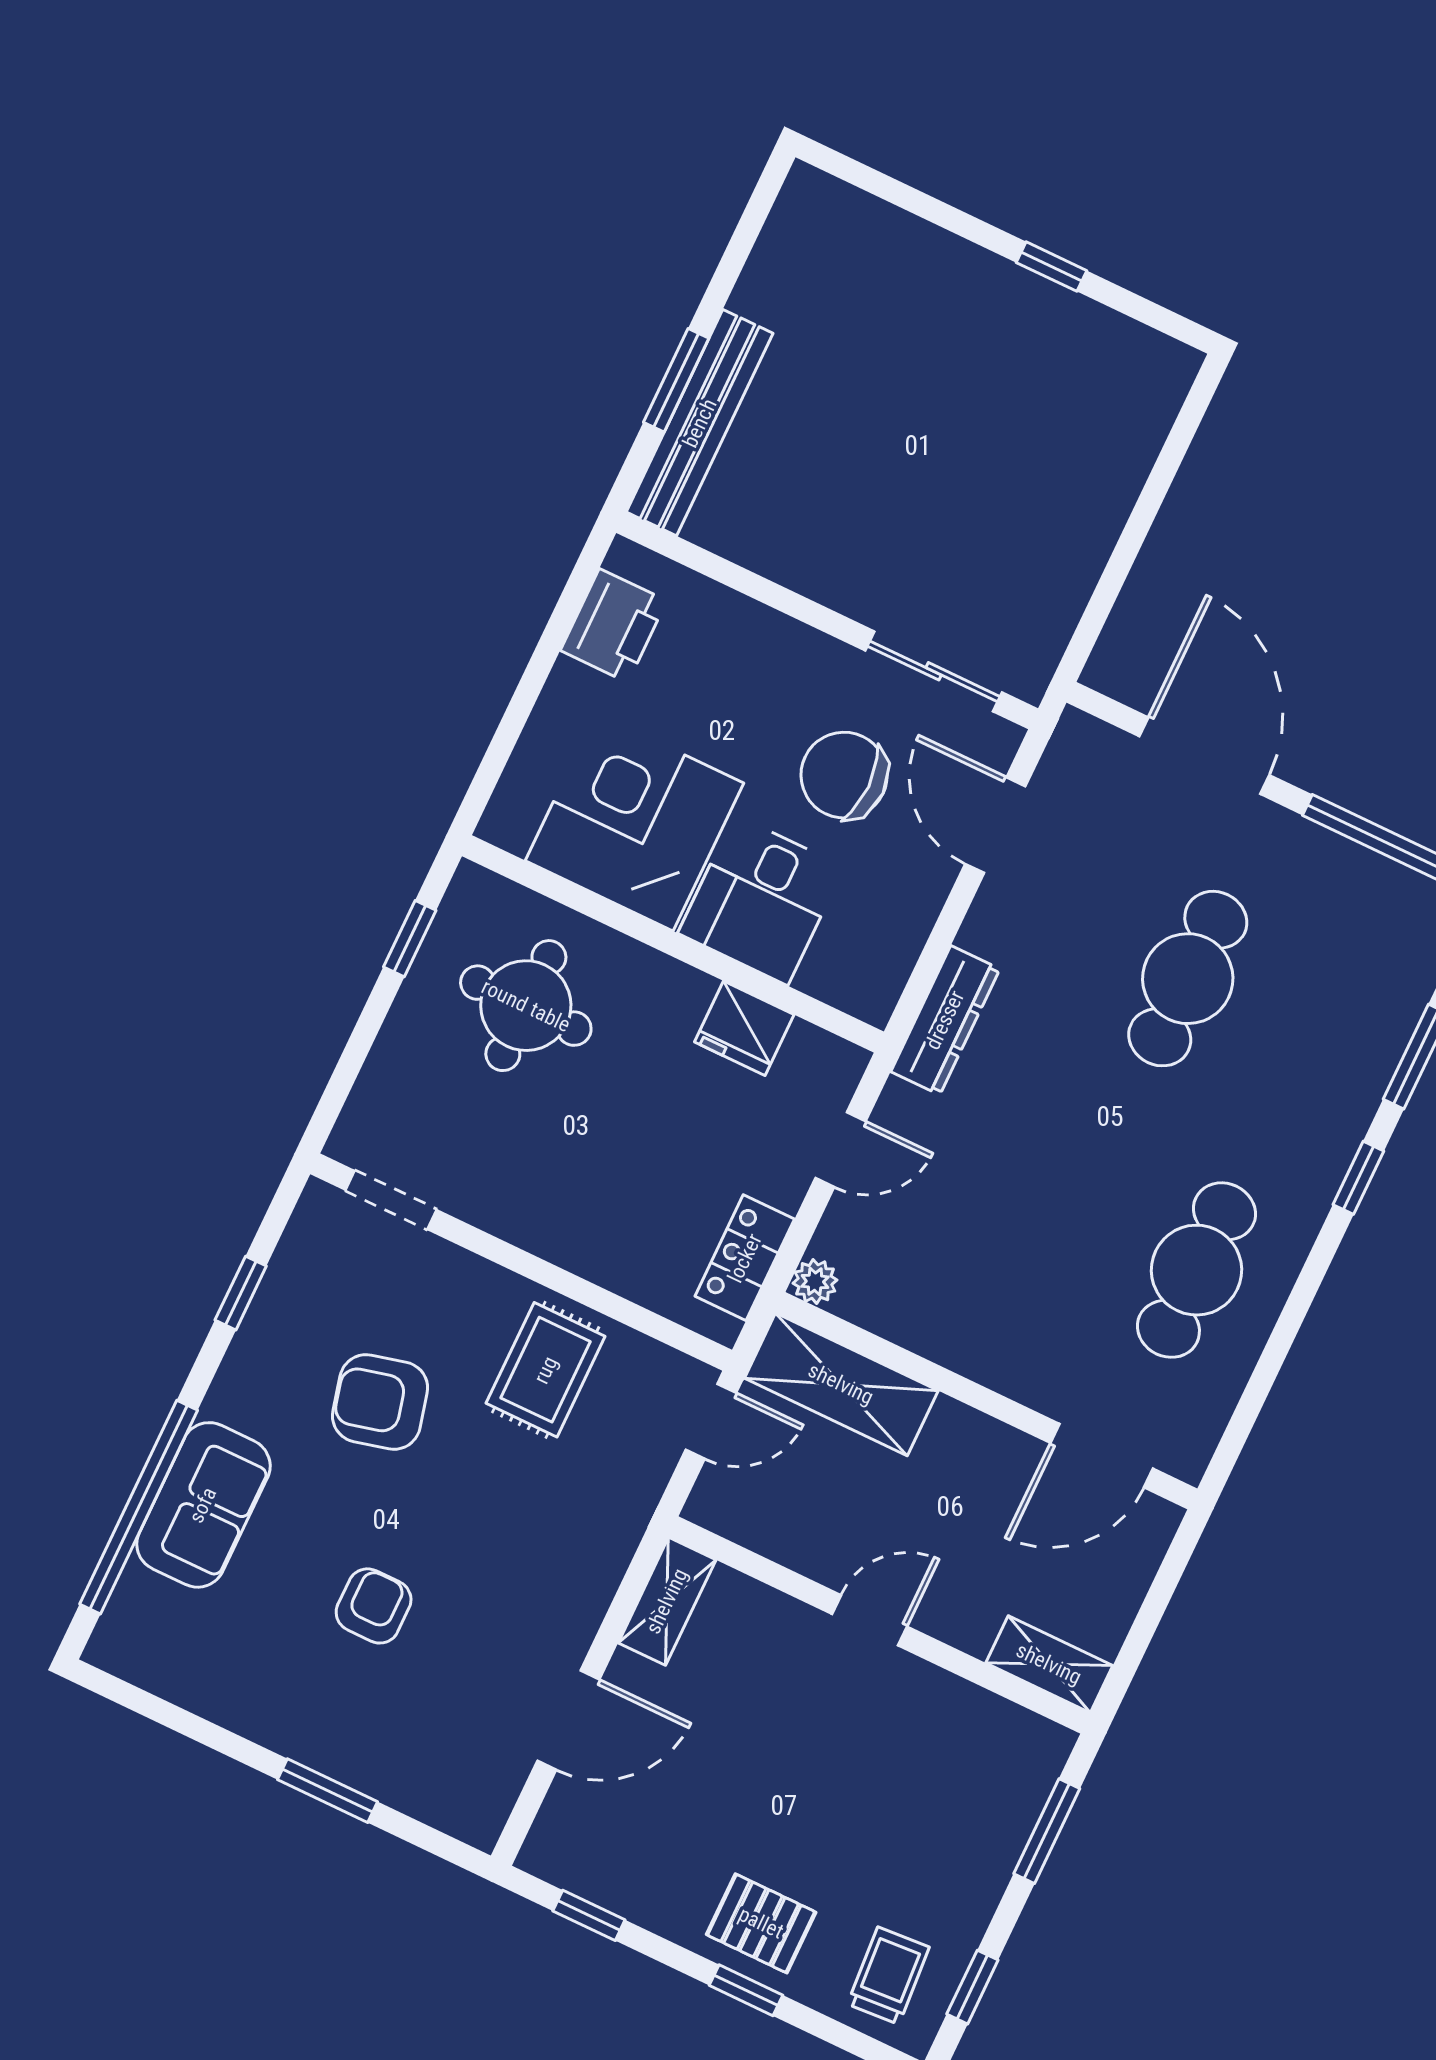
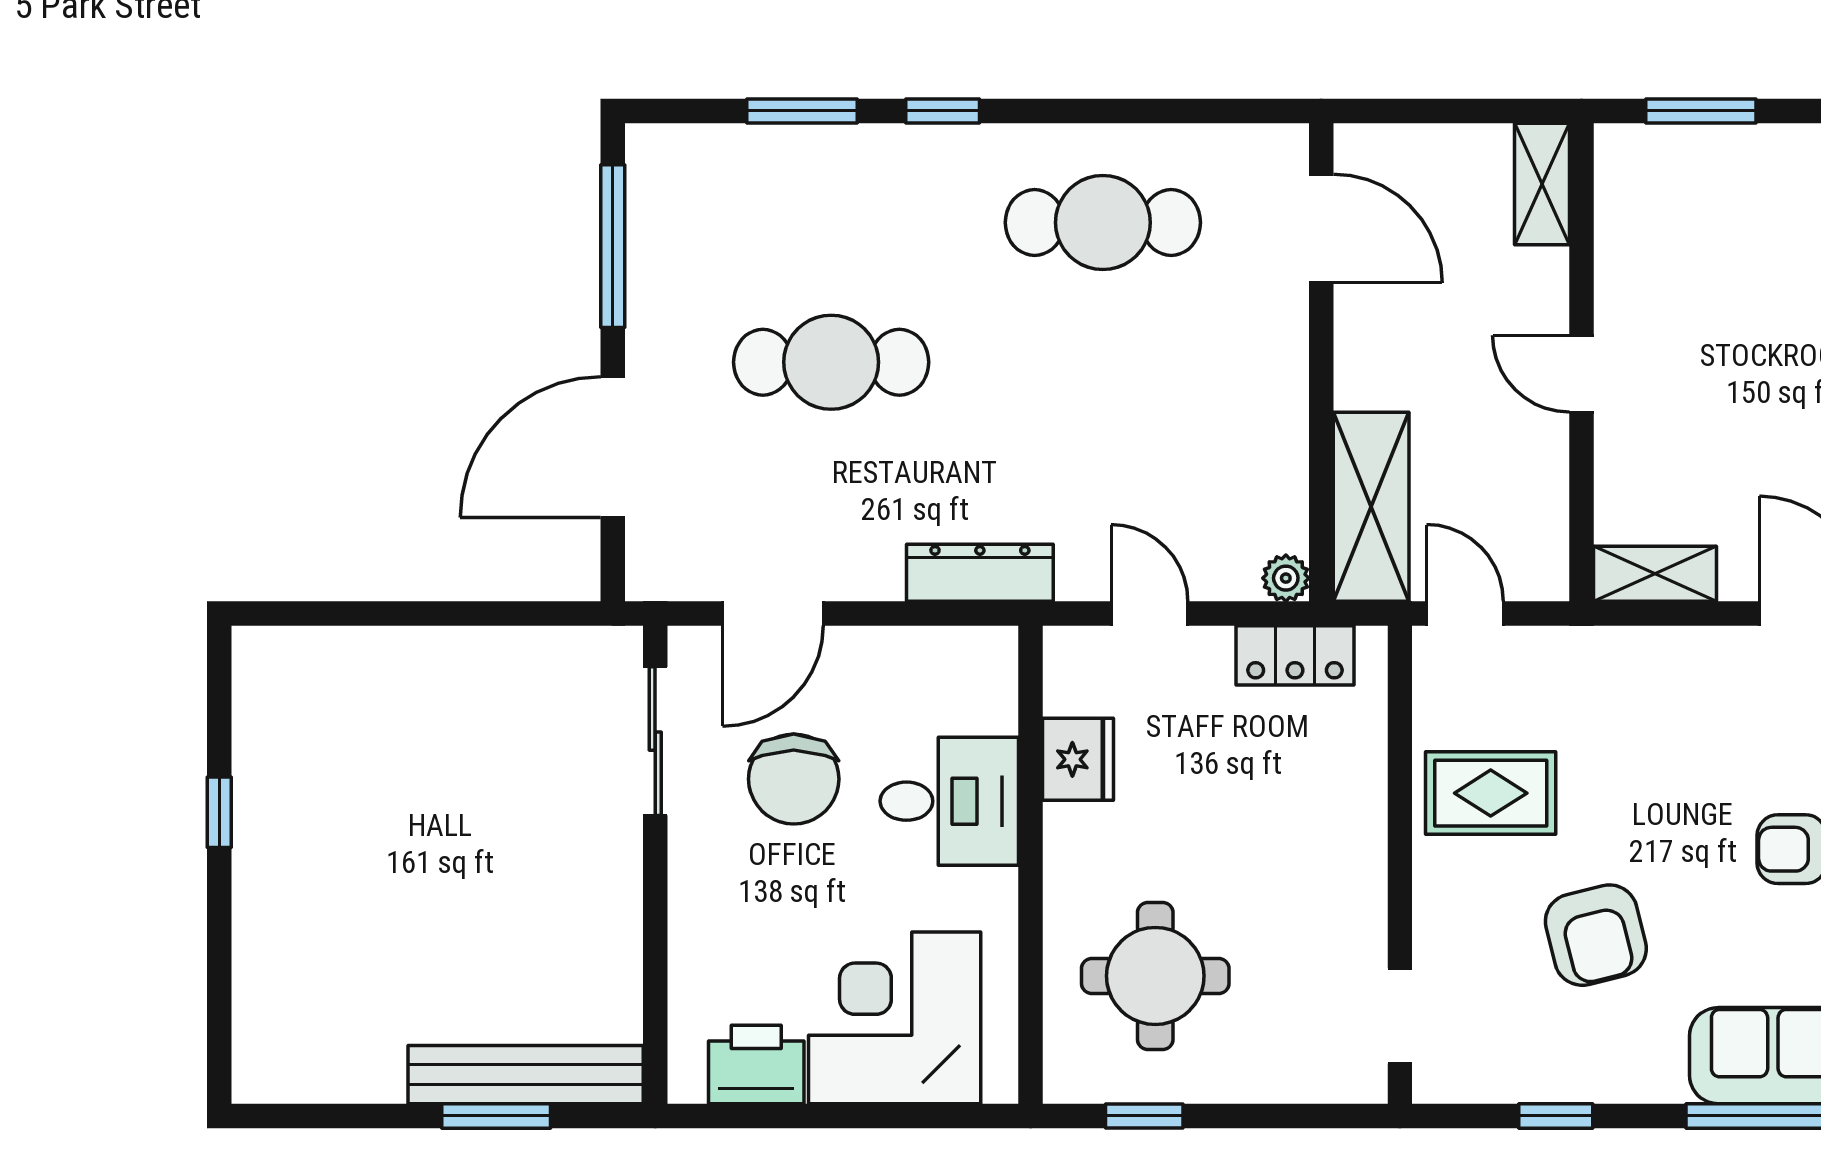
corner desk: (635, 822) -> (895, 1018), moved, turned 90

